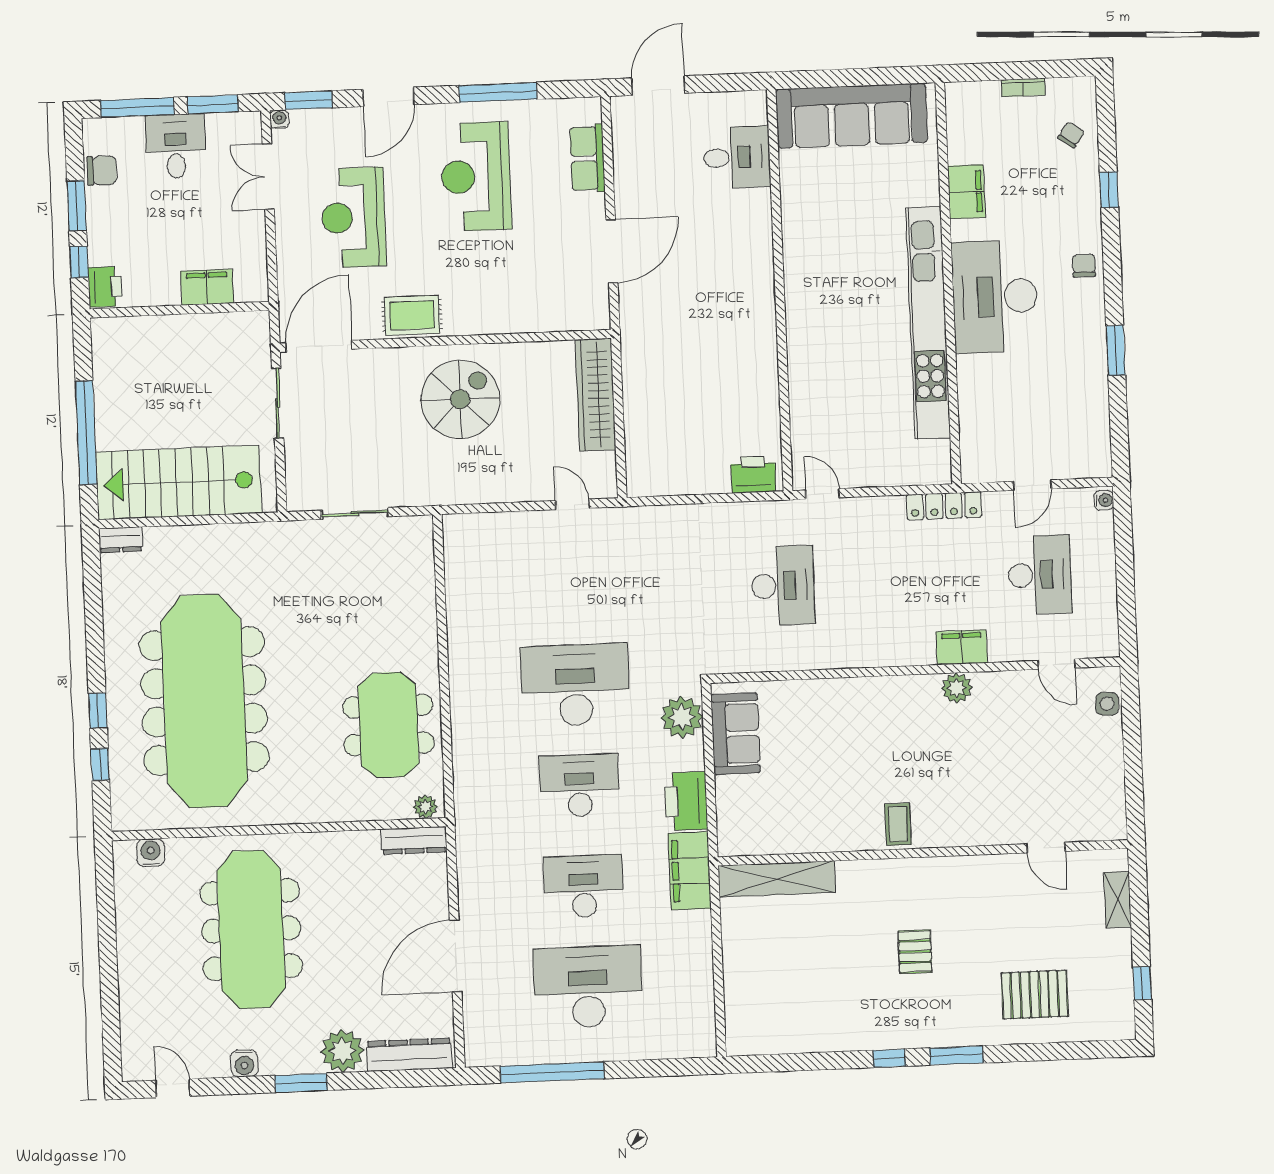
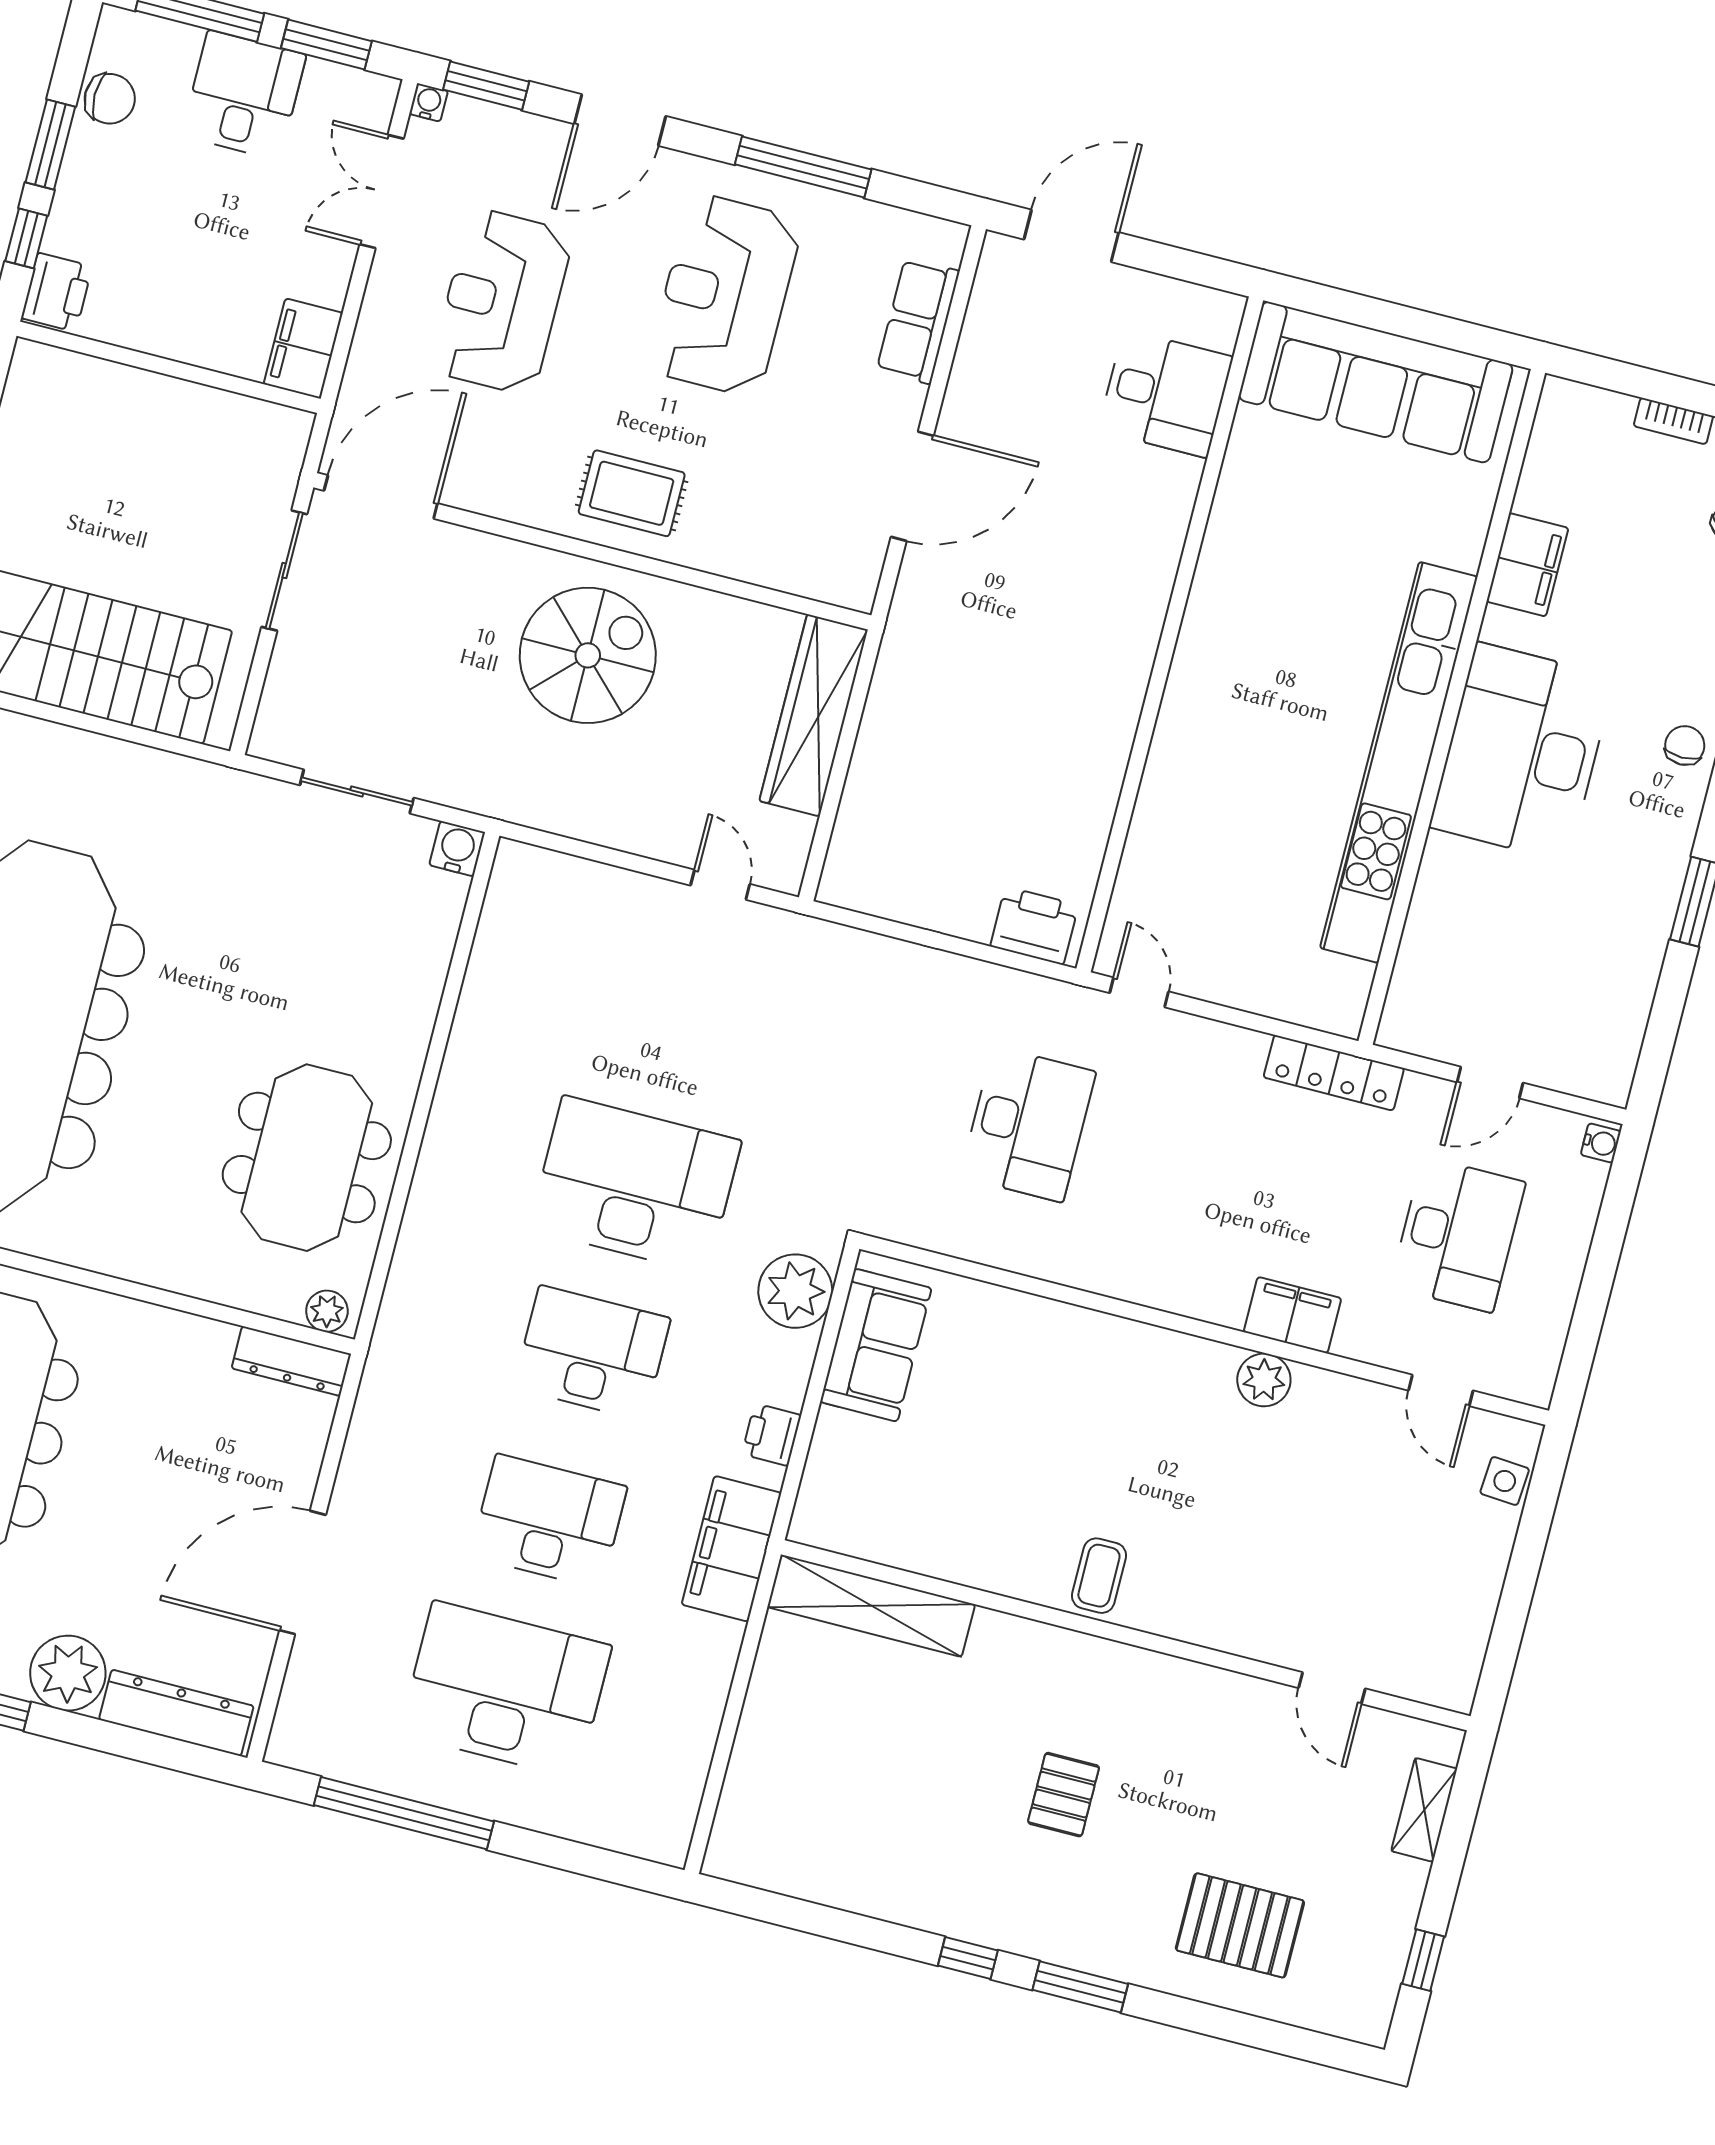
filing cabinet: (207, 287) -> (303, 348), moved, turned -90
rug: (412, 315) -> (632, 493), moved
water cooler: (420, 528) -> (457, 849), added
printer: (686, 801) -> (772, 1435), width x0.53, depth x0.68

